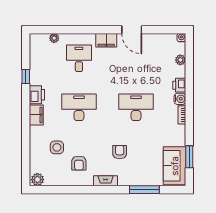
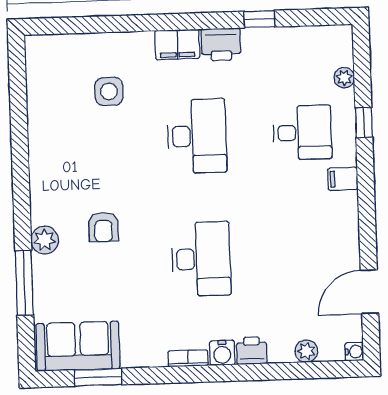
window: (75, 30) -> (364, 123), added
door: (132, 30) -> (369, 292), moved
filing cabinet: (106, 40) -> (343, 179), width x0.50
armchair: (120, 152) -> (103, 227), turned 90
armchair: (79, 163) -> (77, 140), removed
plant: (37, 180) -> (45, 240), moved
fireplace: (106, 181) -> (40, 199), removed

